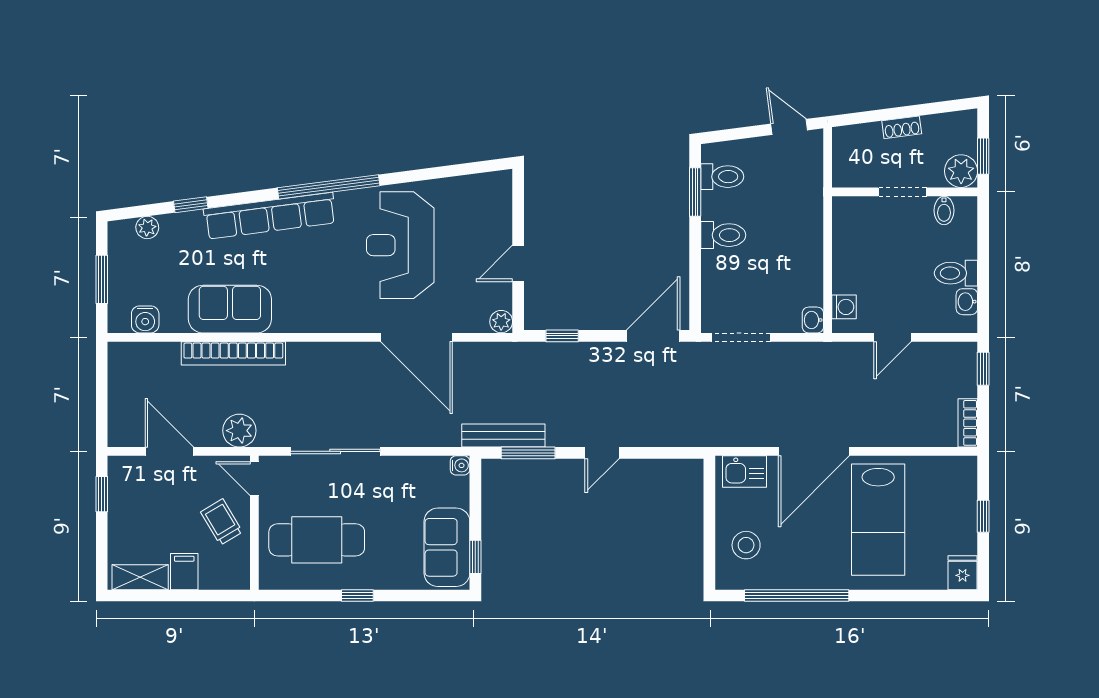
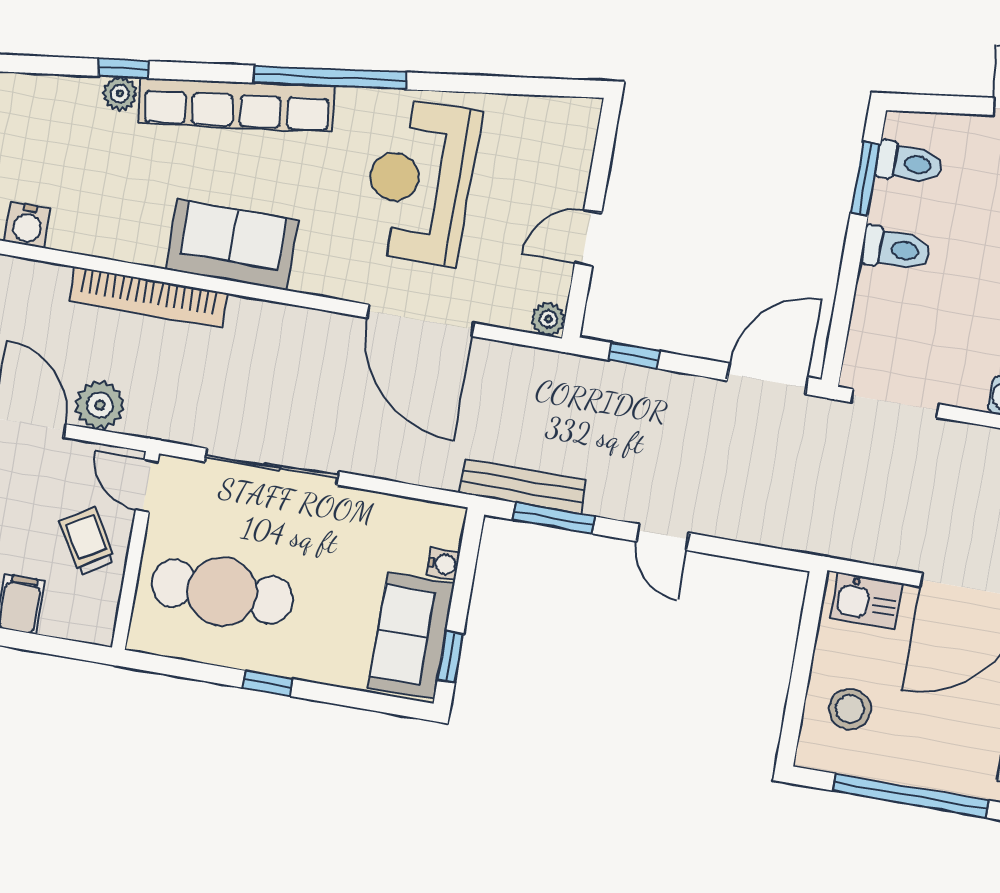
plant: (147, 227) -> (120, 94), moved
sofa: (230, 309) -> (232, 245), moved
plant: (239, 431) -> (100, 405), moved
door: (602, 453) -> (663, 537), hinge flipped
water cooler: (460, 465) -> (443, 564), moved

